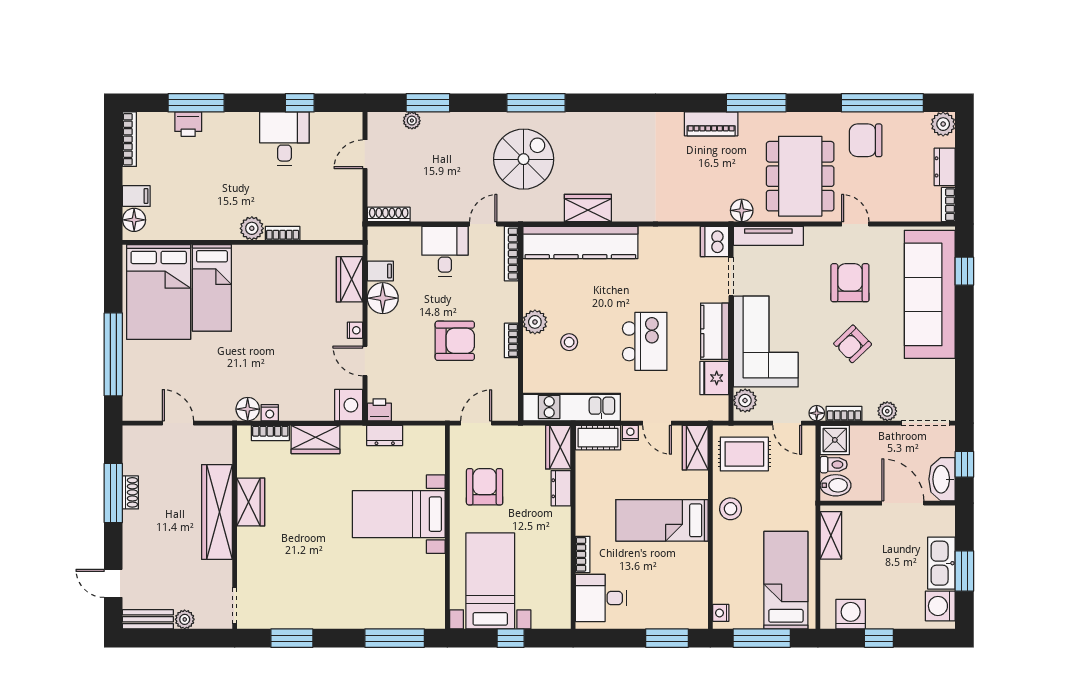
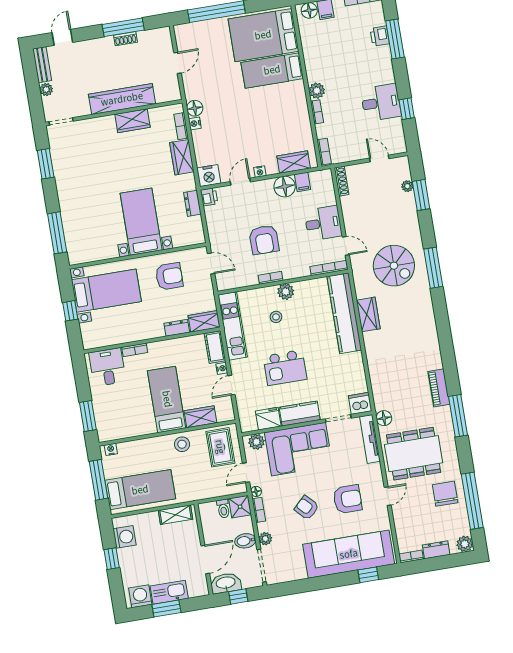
bookcase: (342, 232) -> (324, 152), added
wardrobe: (695, 448) -> (200, 417), moved
bidet: (836, 485) -> (245, 541), moved, turned 90

